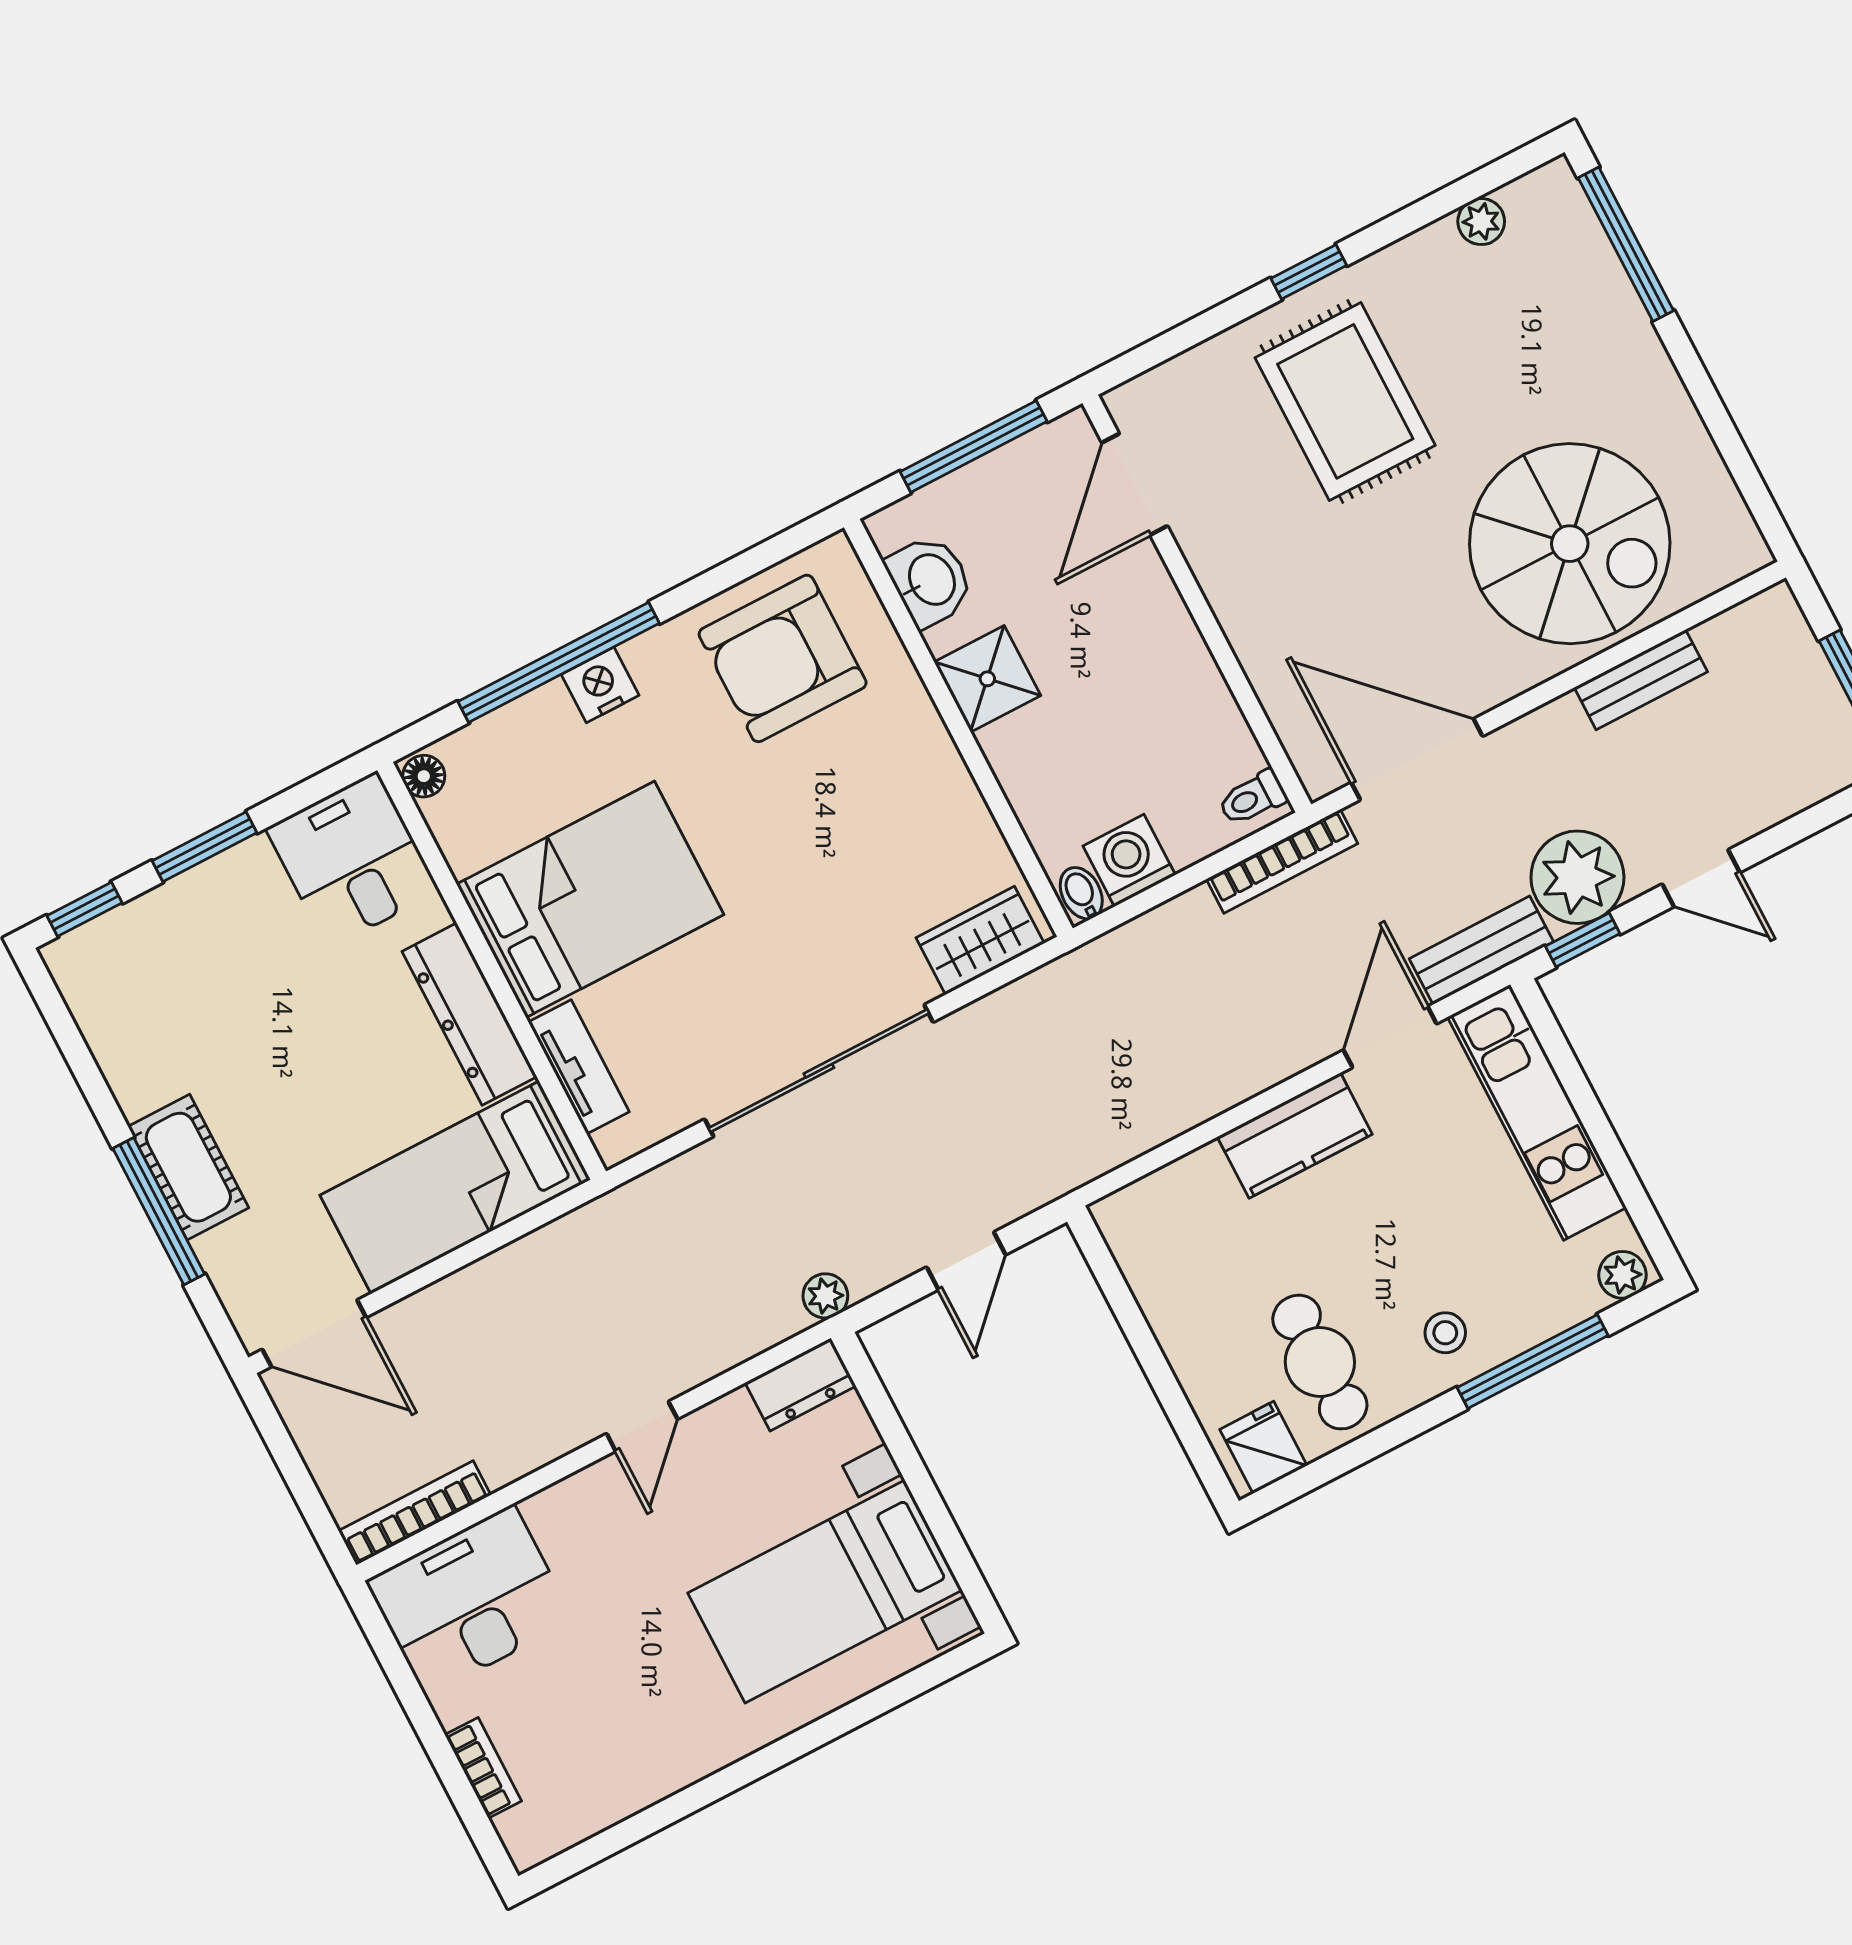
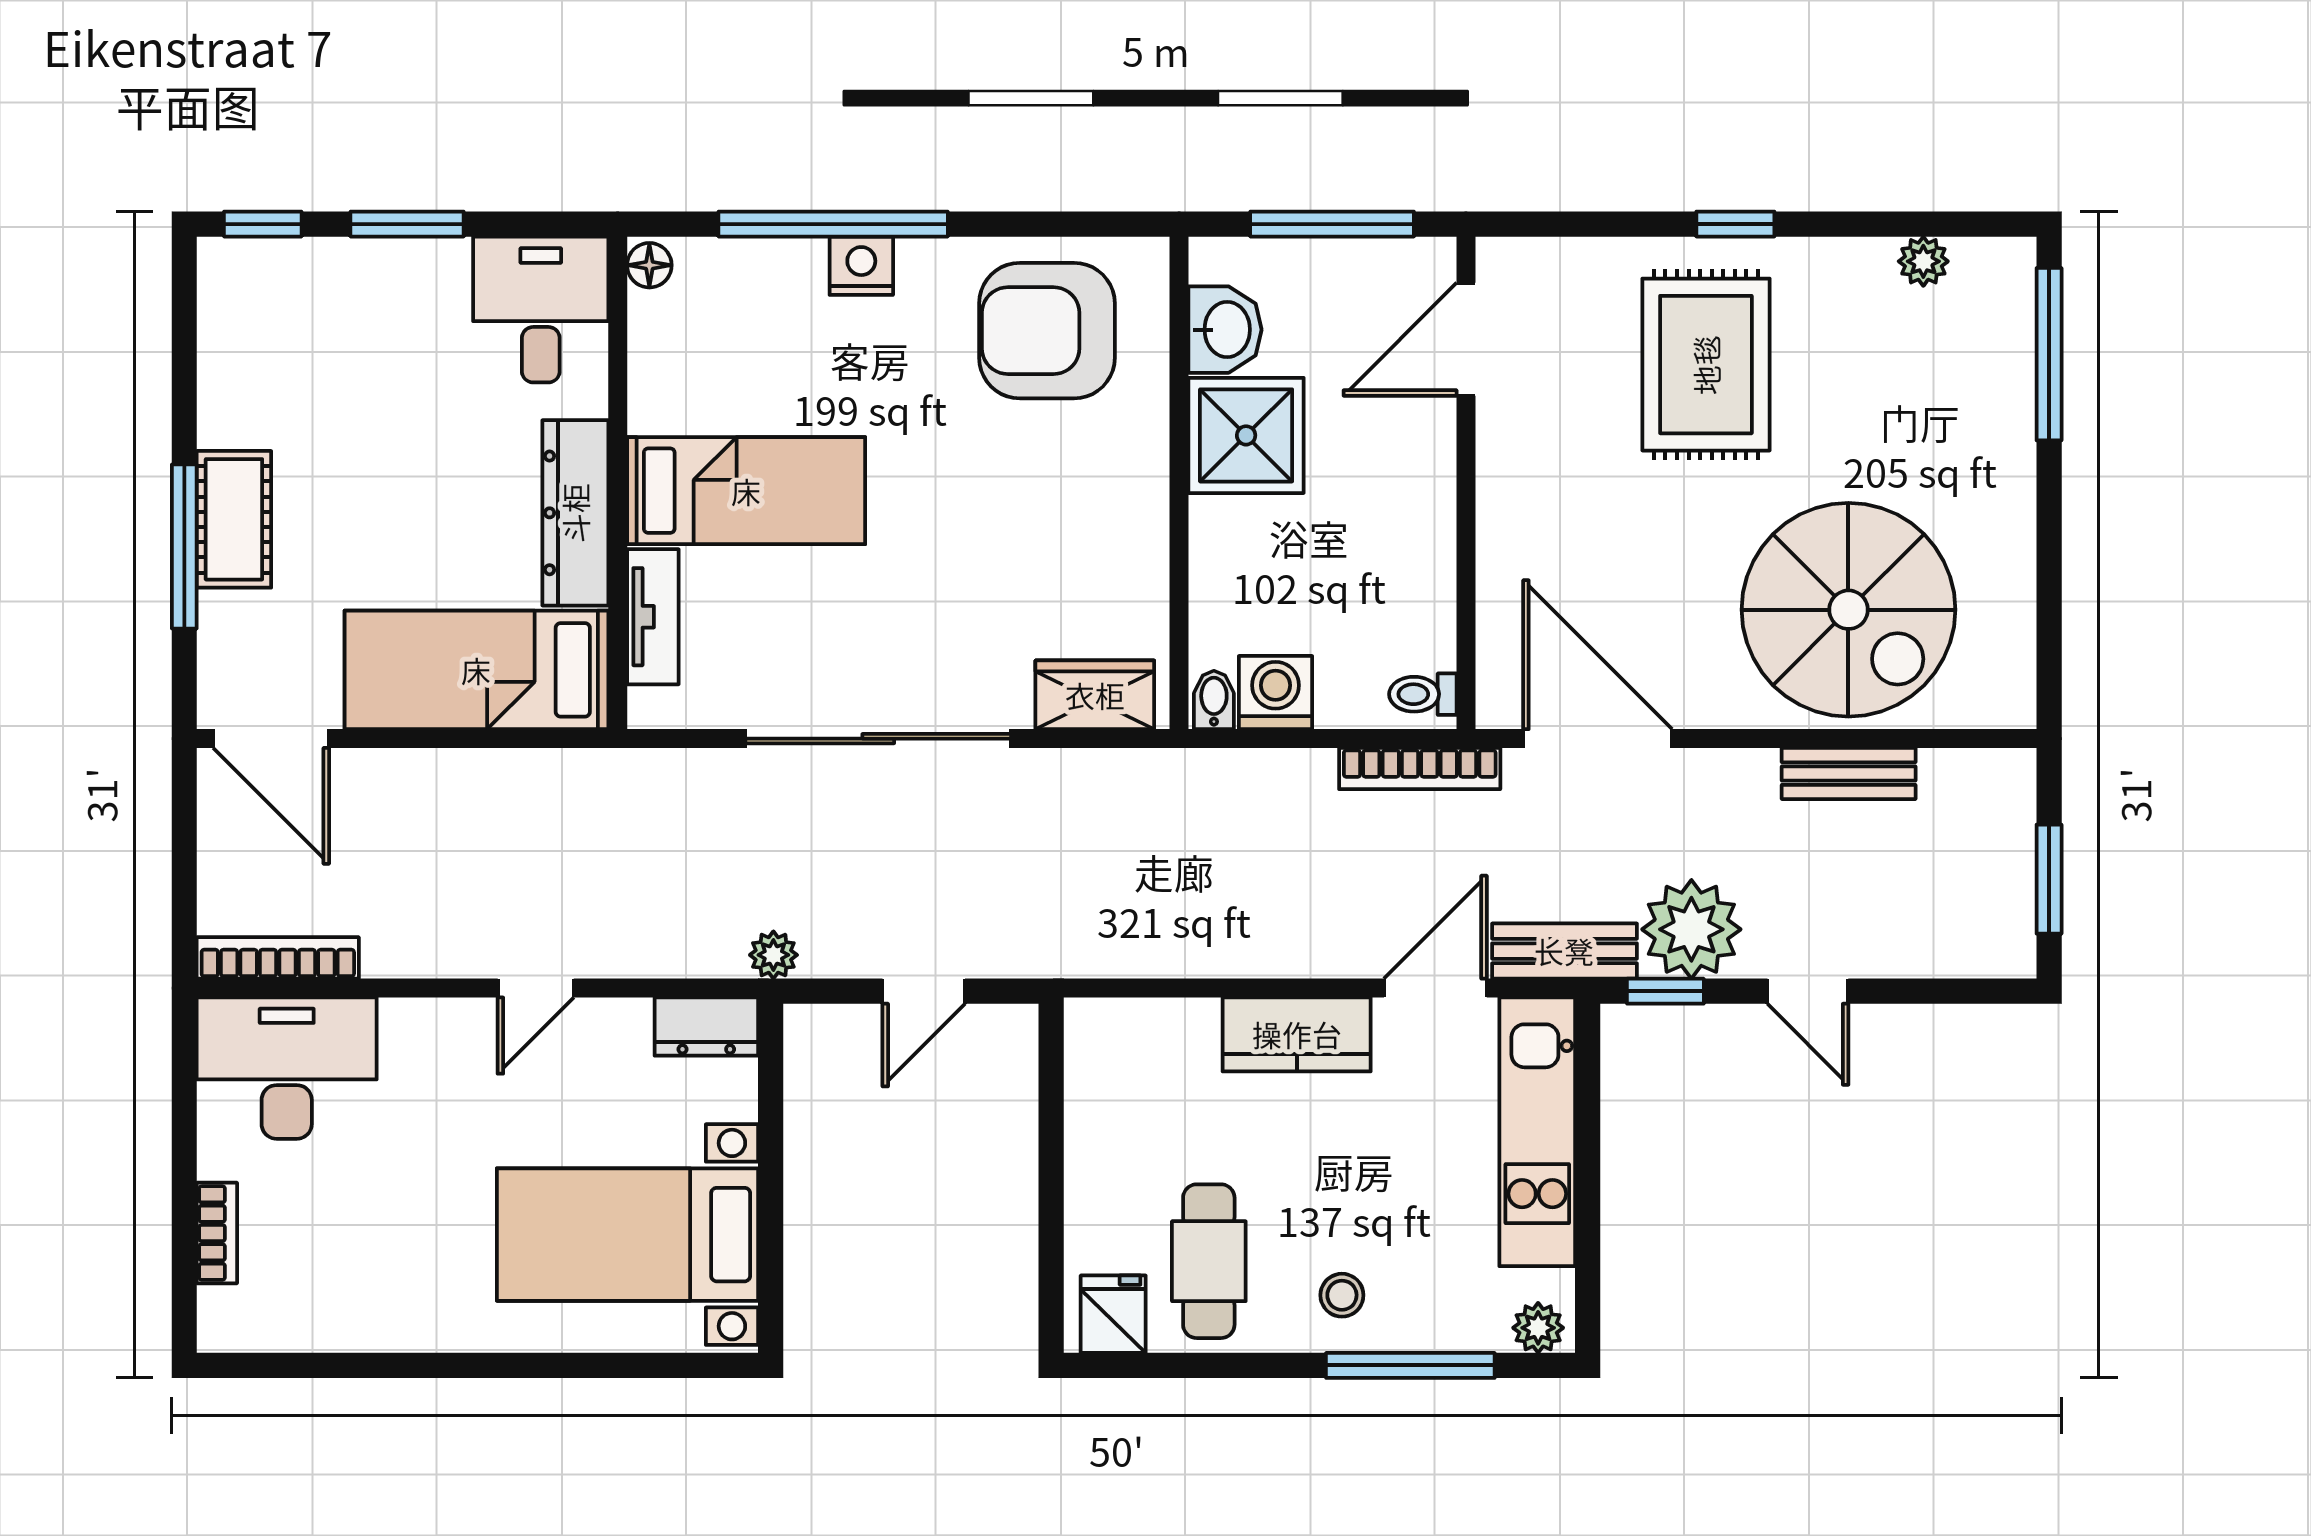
shower: (987, 679) -> (1246, 435), width x1.36, depth x1.36
bed: (590, 899) -> (746, 491), width x0.67

